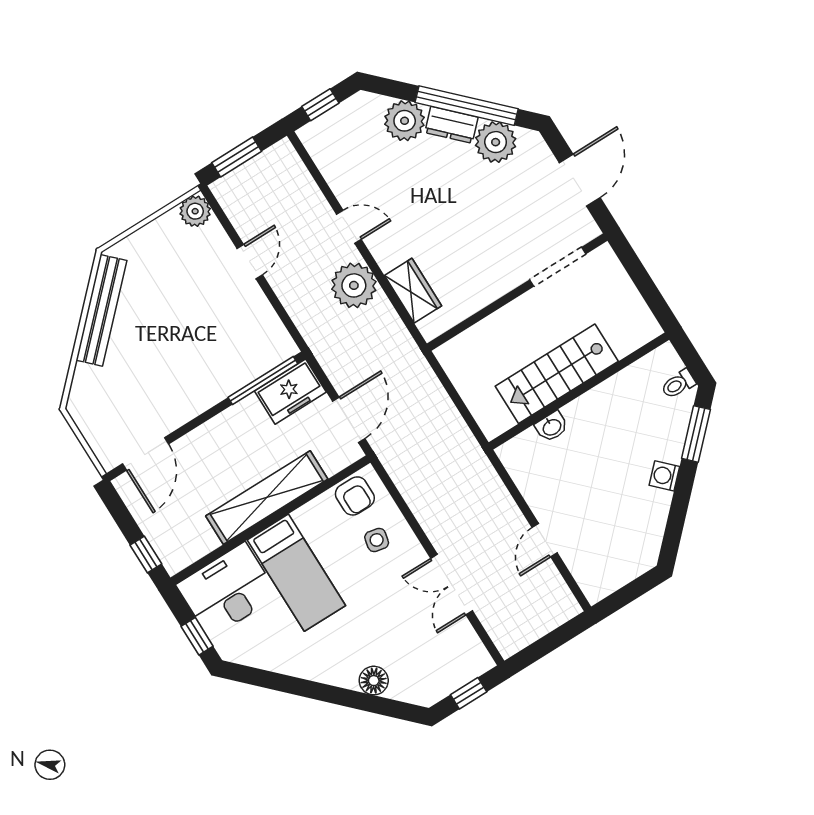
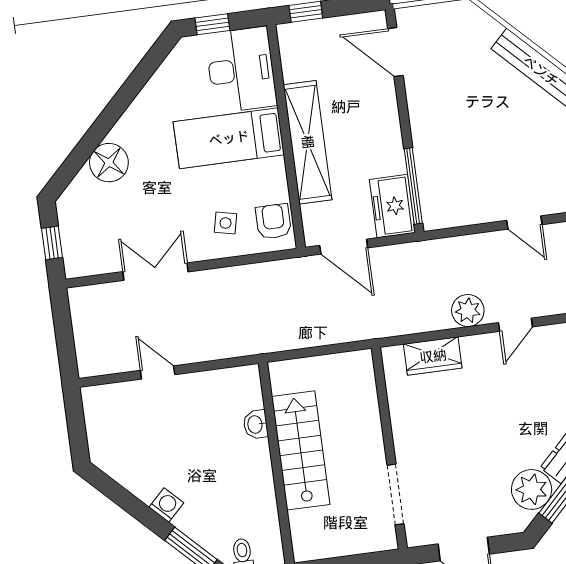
plant: (354, 285) -> (468, 311), width x0.73, depth x0.73
armchair: (355, 496) -> (273, 221), turned 90
floor lamp: (374, 681) -> (109, 163), width x1.38, depth x1.38

